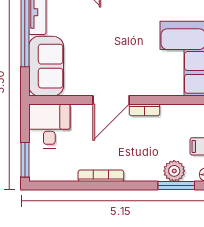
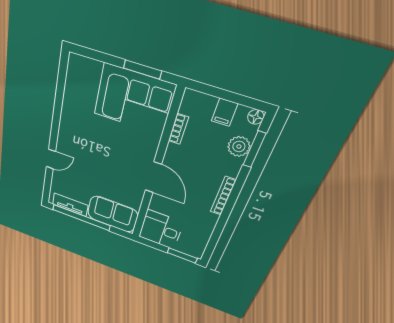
bookcase: (144, 110) -> (178, 129), moved
bookcase: (101, 176) -> (223, 196), moved

